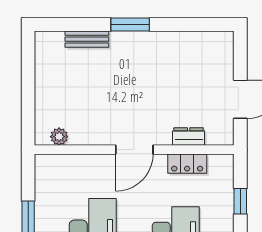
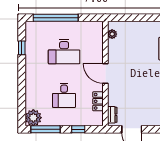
dresser: (189, 136) -> (112, 115), moved

